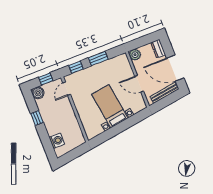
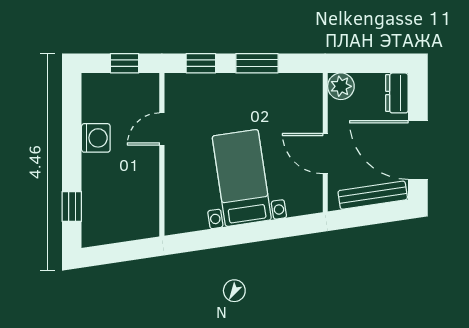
door: (67, 89) -> (162, 129), moved
boiler: (38, 93) -> (96, 87), removed
window: (37, 118) -> (72, 206), moved
washing machine: (57, 141) -> (96, 138), moved

